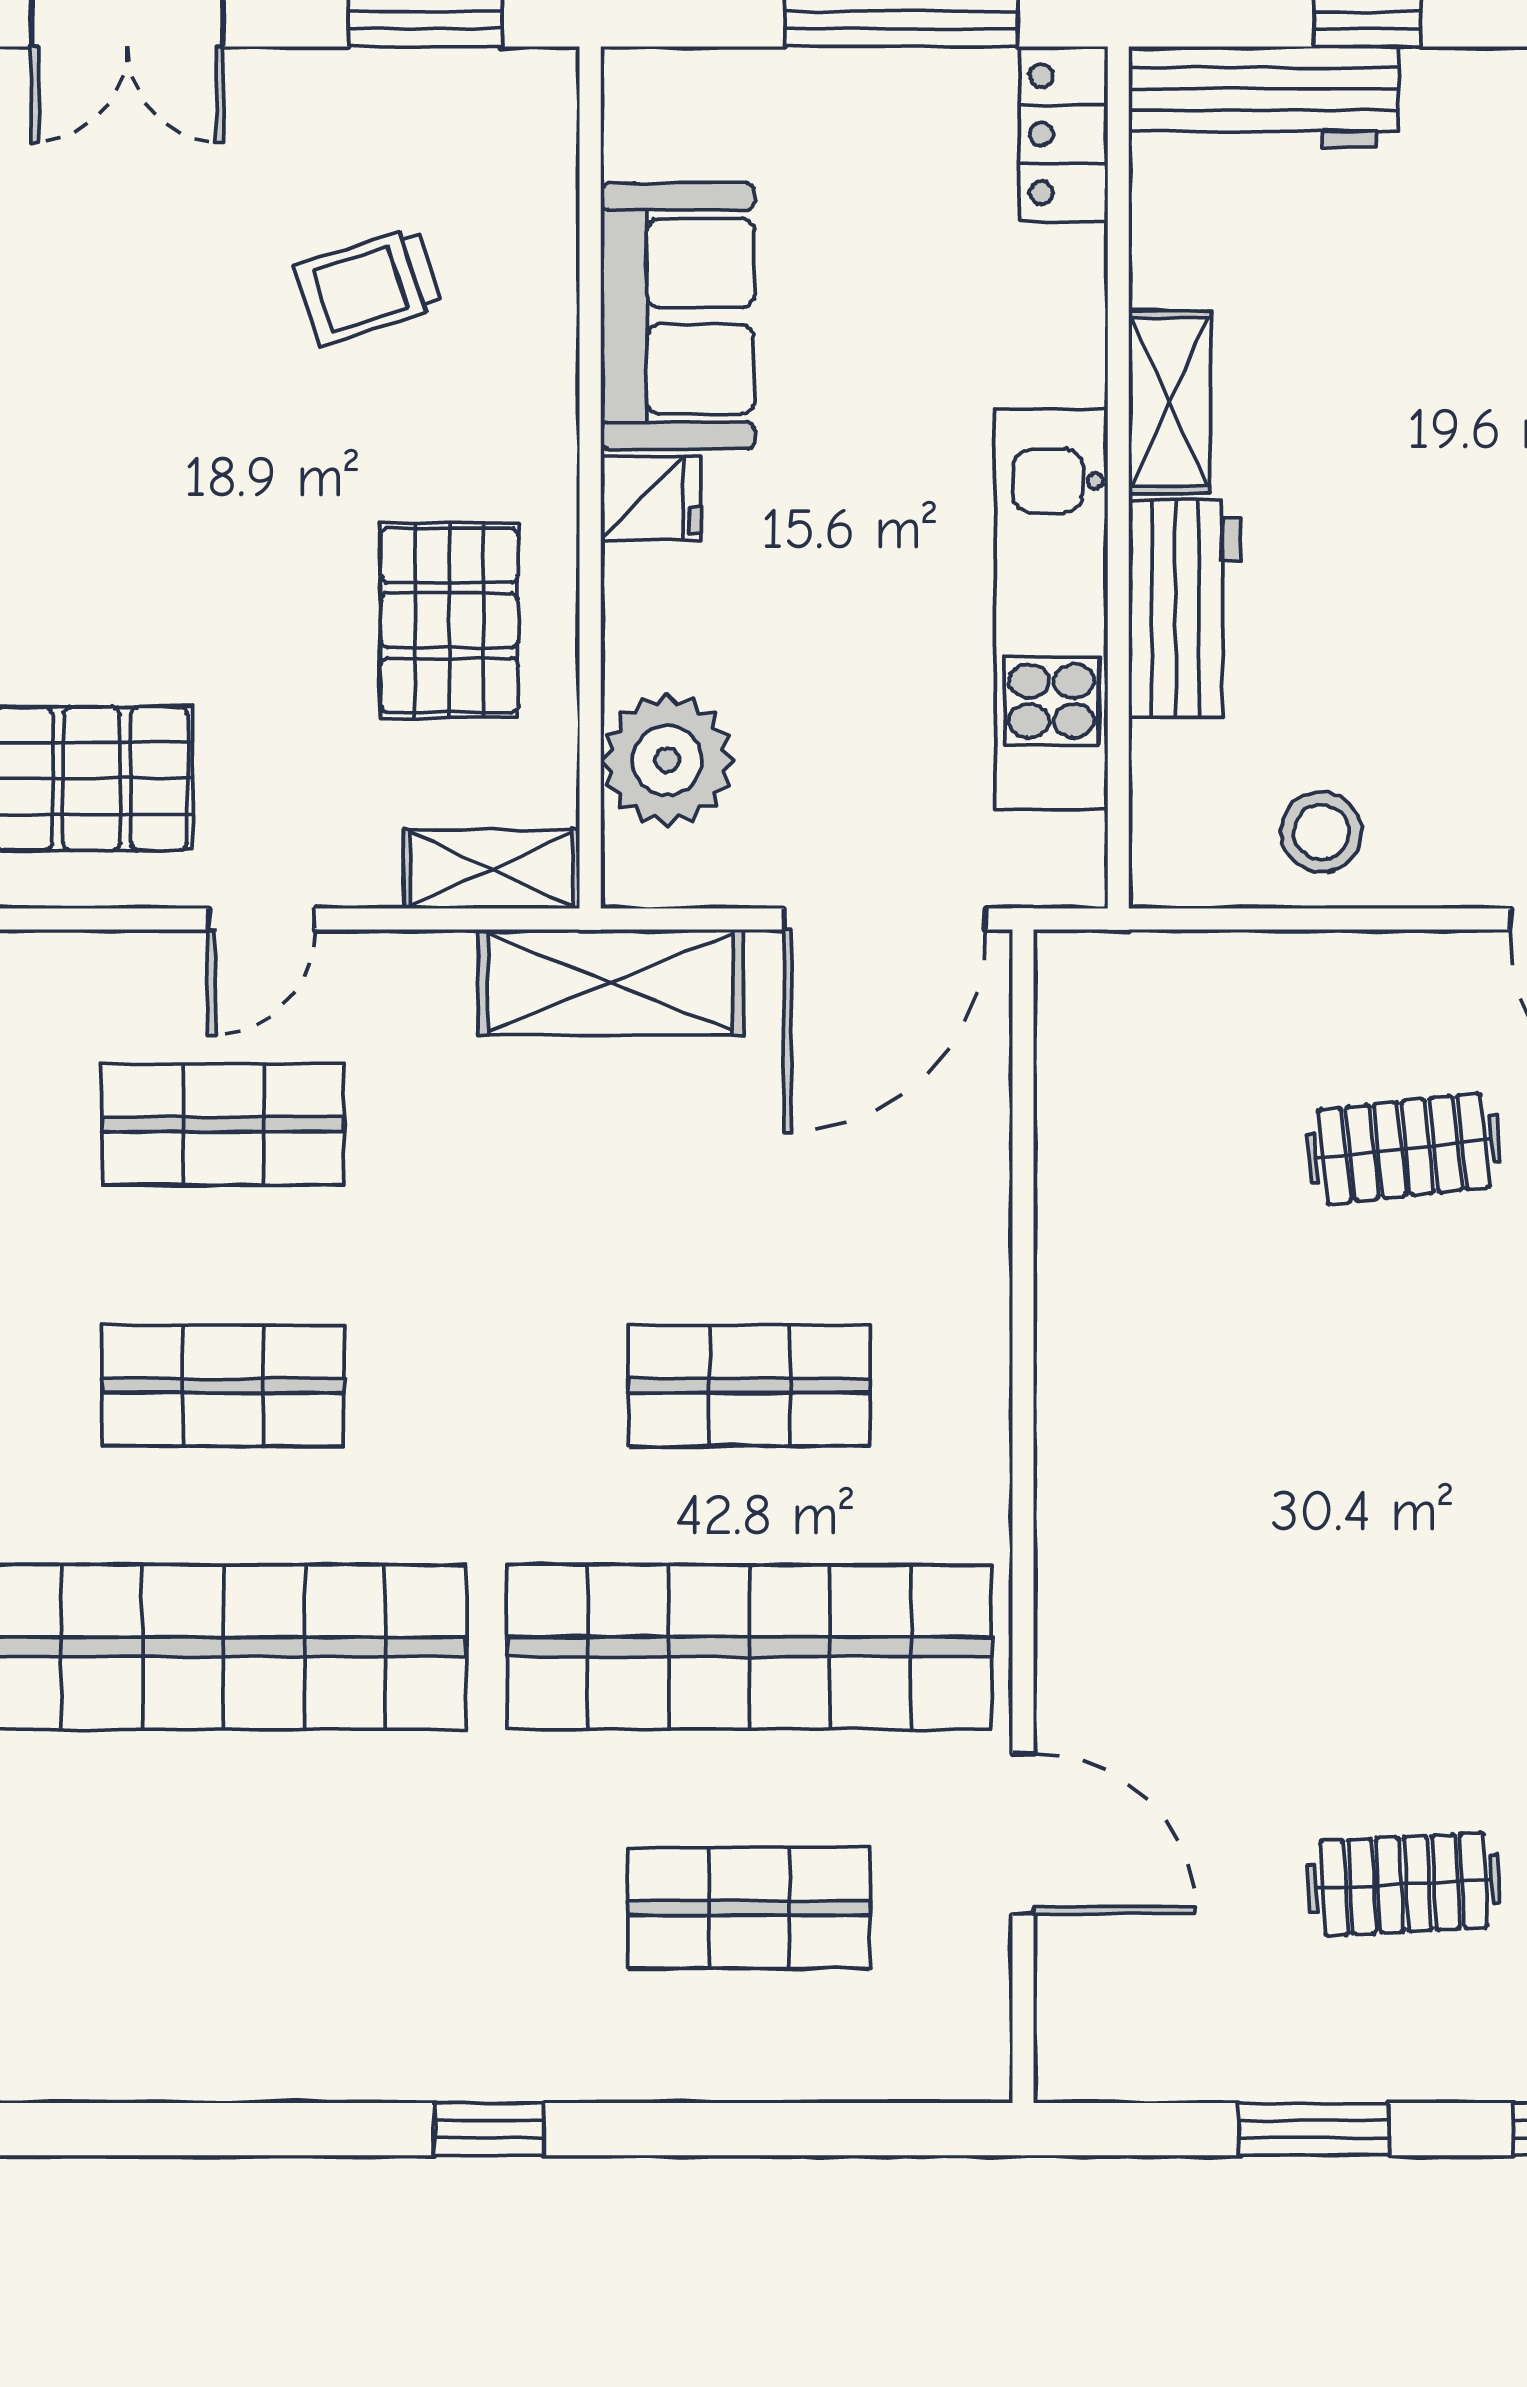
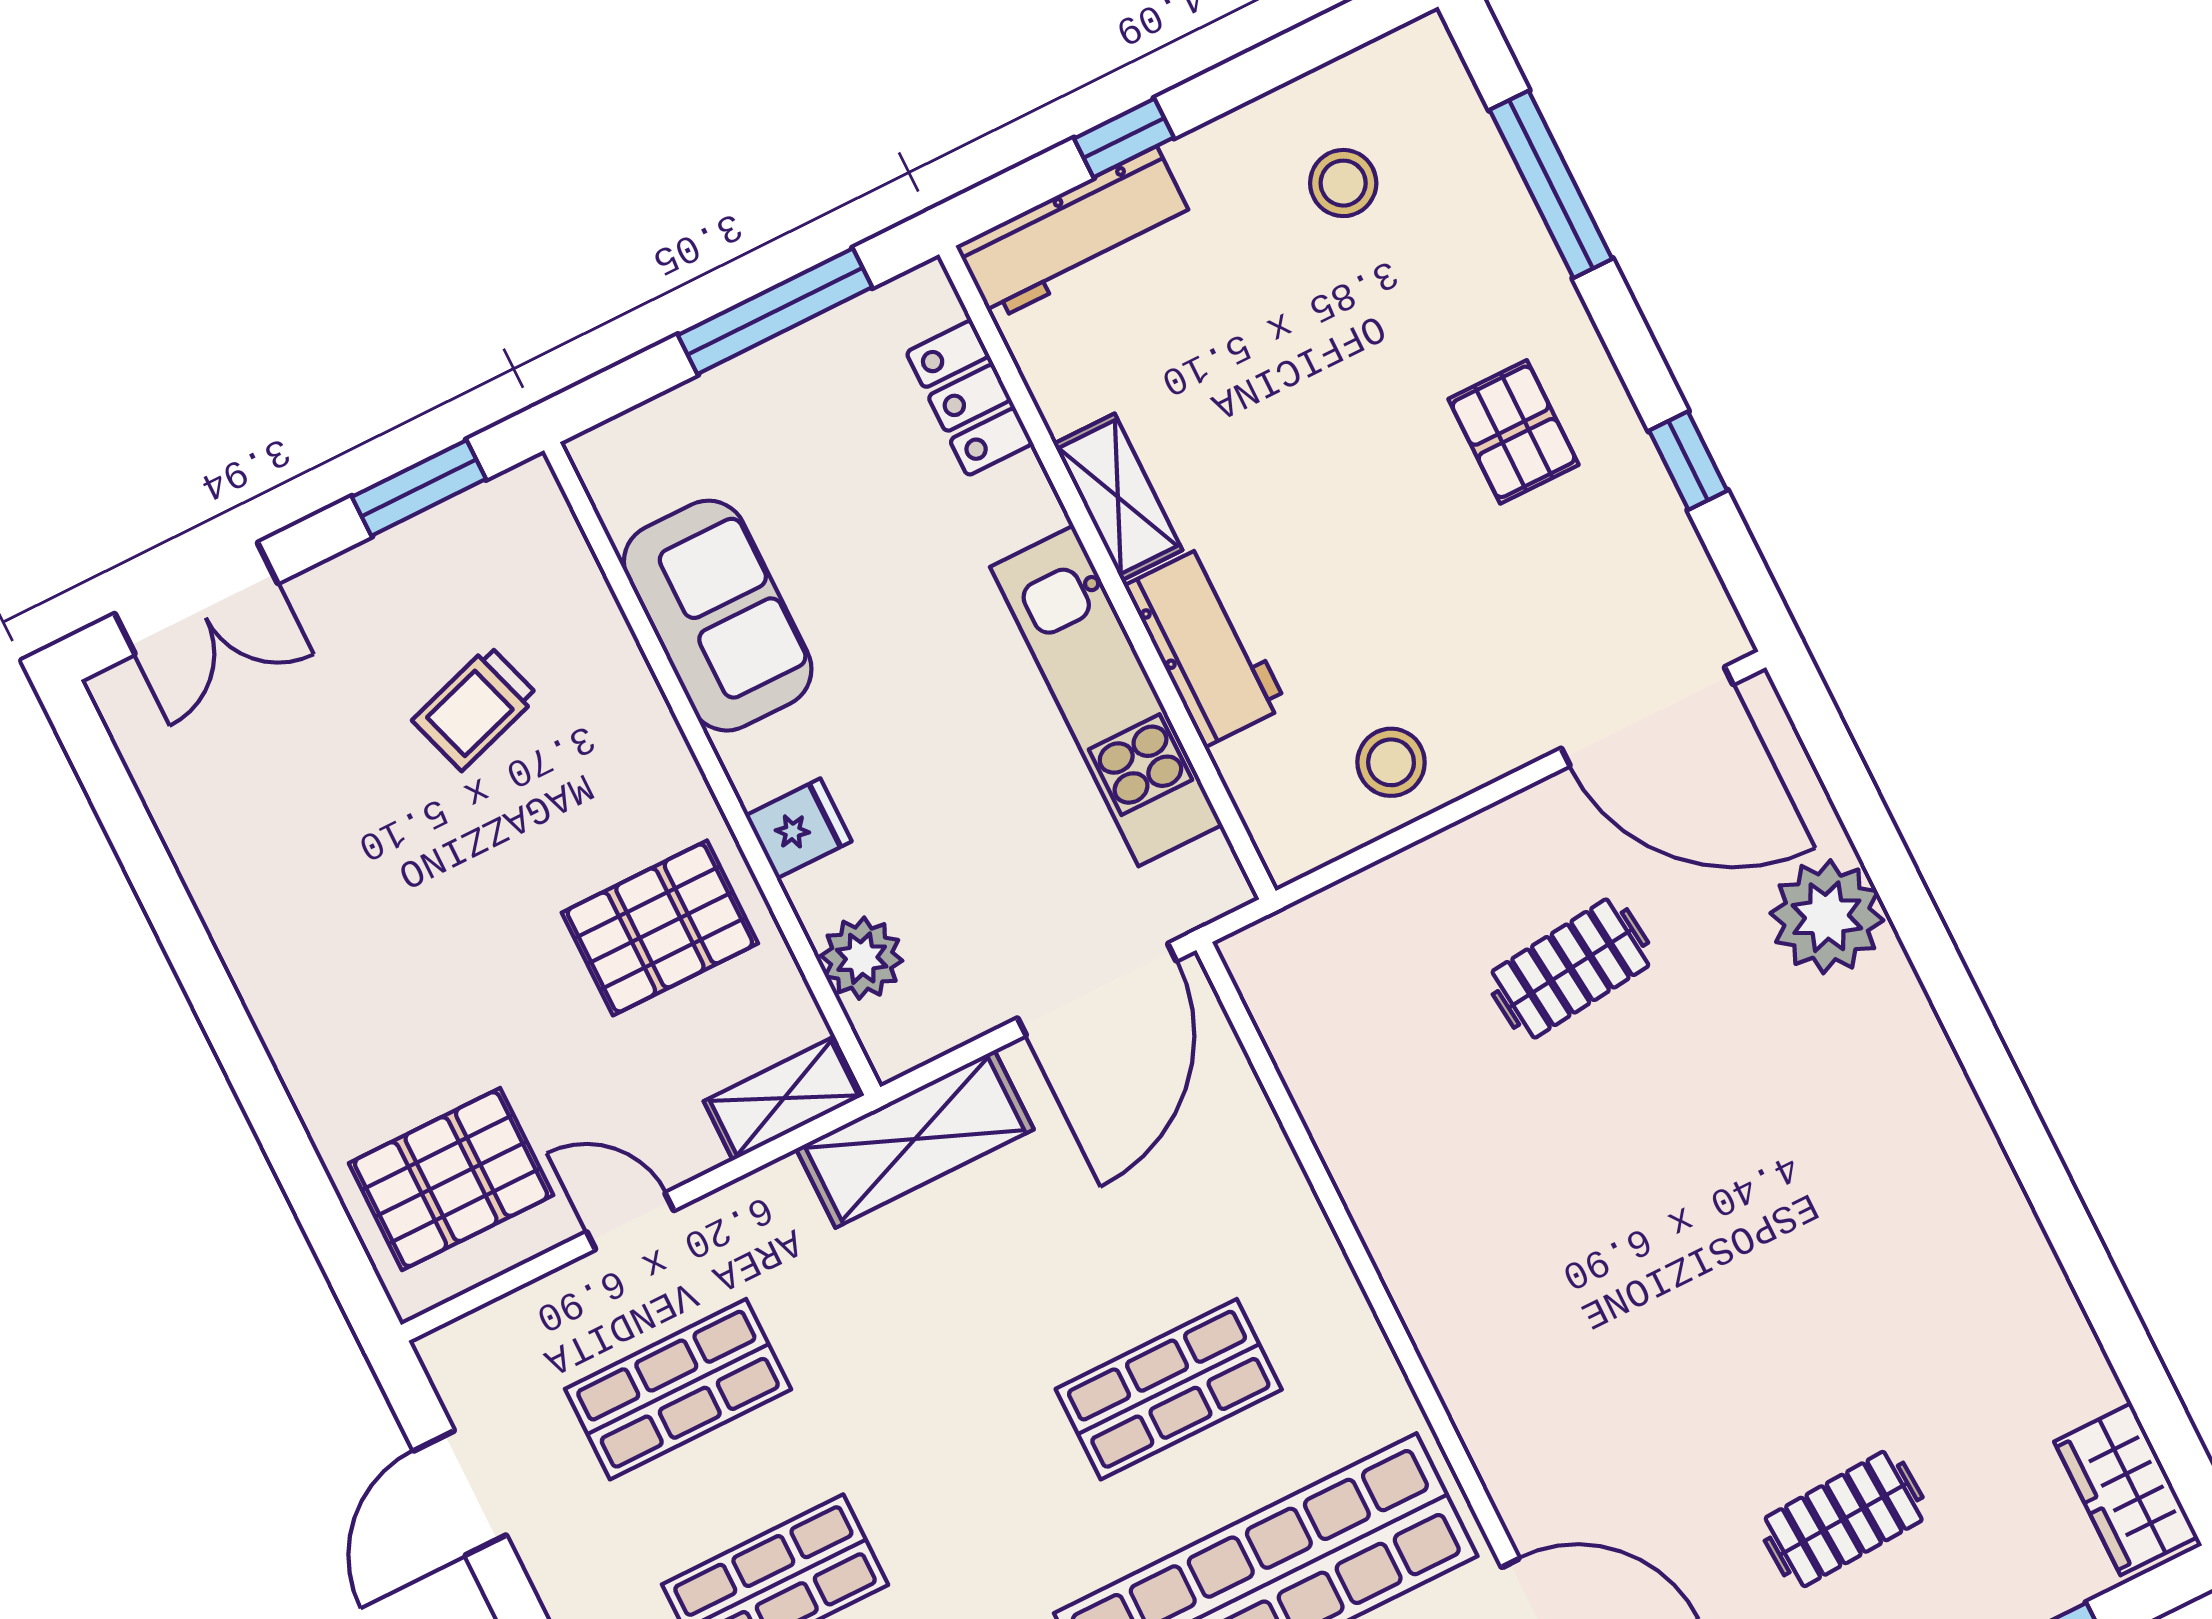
locker: (1063, 134) -> (970, 398), moved
fridge: (651, 498) -> (798, 828), moved
pallet: (449, 620) -> (660, 928), turned 90
plant: (667, 760) -> (862, 958), width x0.73, depth x0.73
door: (262, 919) -> (630, 1221), swing flipped

